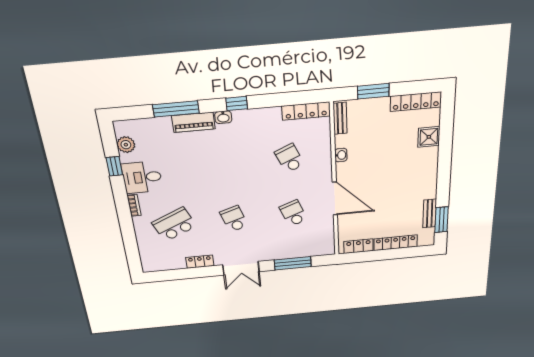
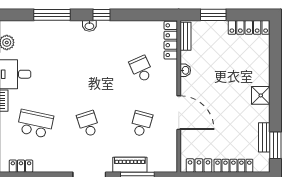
locker: (306, 111) -> (171, 40), moved, turned 90
piano: (193, 122) -> (130, 165), moved, turned 180
shower: (429, 137) -> (261, 95), moved
school desk: (293, 213) -> (141, 124), turned 36
school desk: (174, 224) -> (35, 124), turned 36
locker: (200, 262) -> (21, 166), moved

